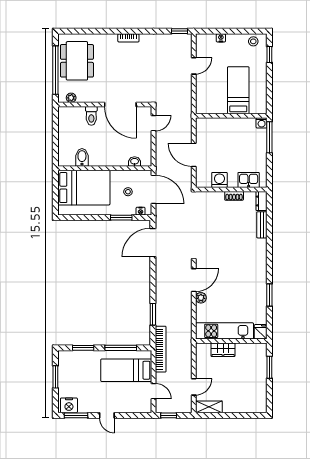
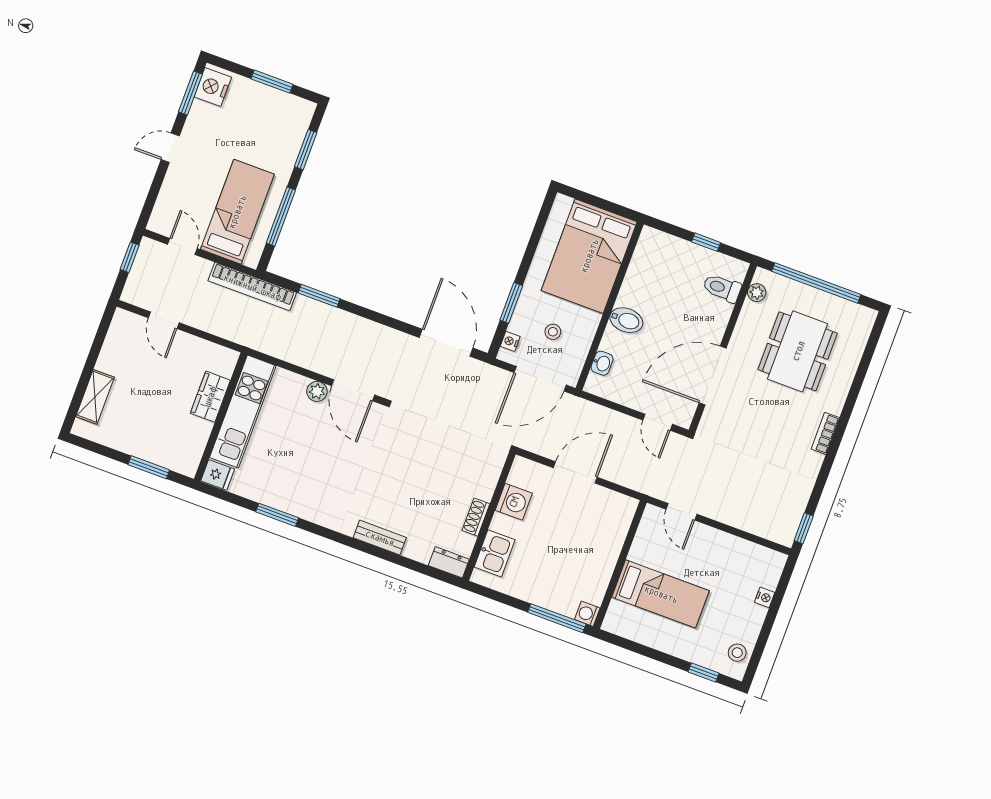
dining table: (77, 61) -> (798, 351), moved, turned 90
door: (194, 66) -> (681, 512), moved
toilet: (91, 116) -> (722, 288), moved
window: (55, 132) -> (706, 242), added
bidet: (82, 157) -> (626, 320), moved
bench: (262, 225) -> (380, 538), moved
door: (154, 391) -> (182, 246), swing flipped
shelving: (209, 407) -> (95, 397), moved

